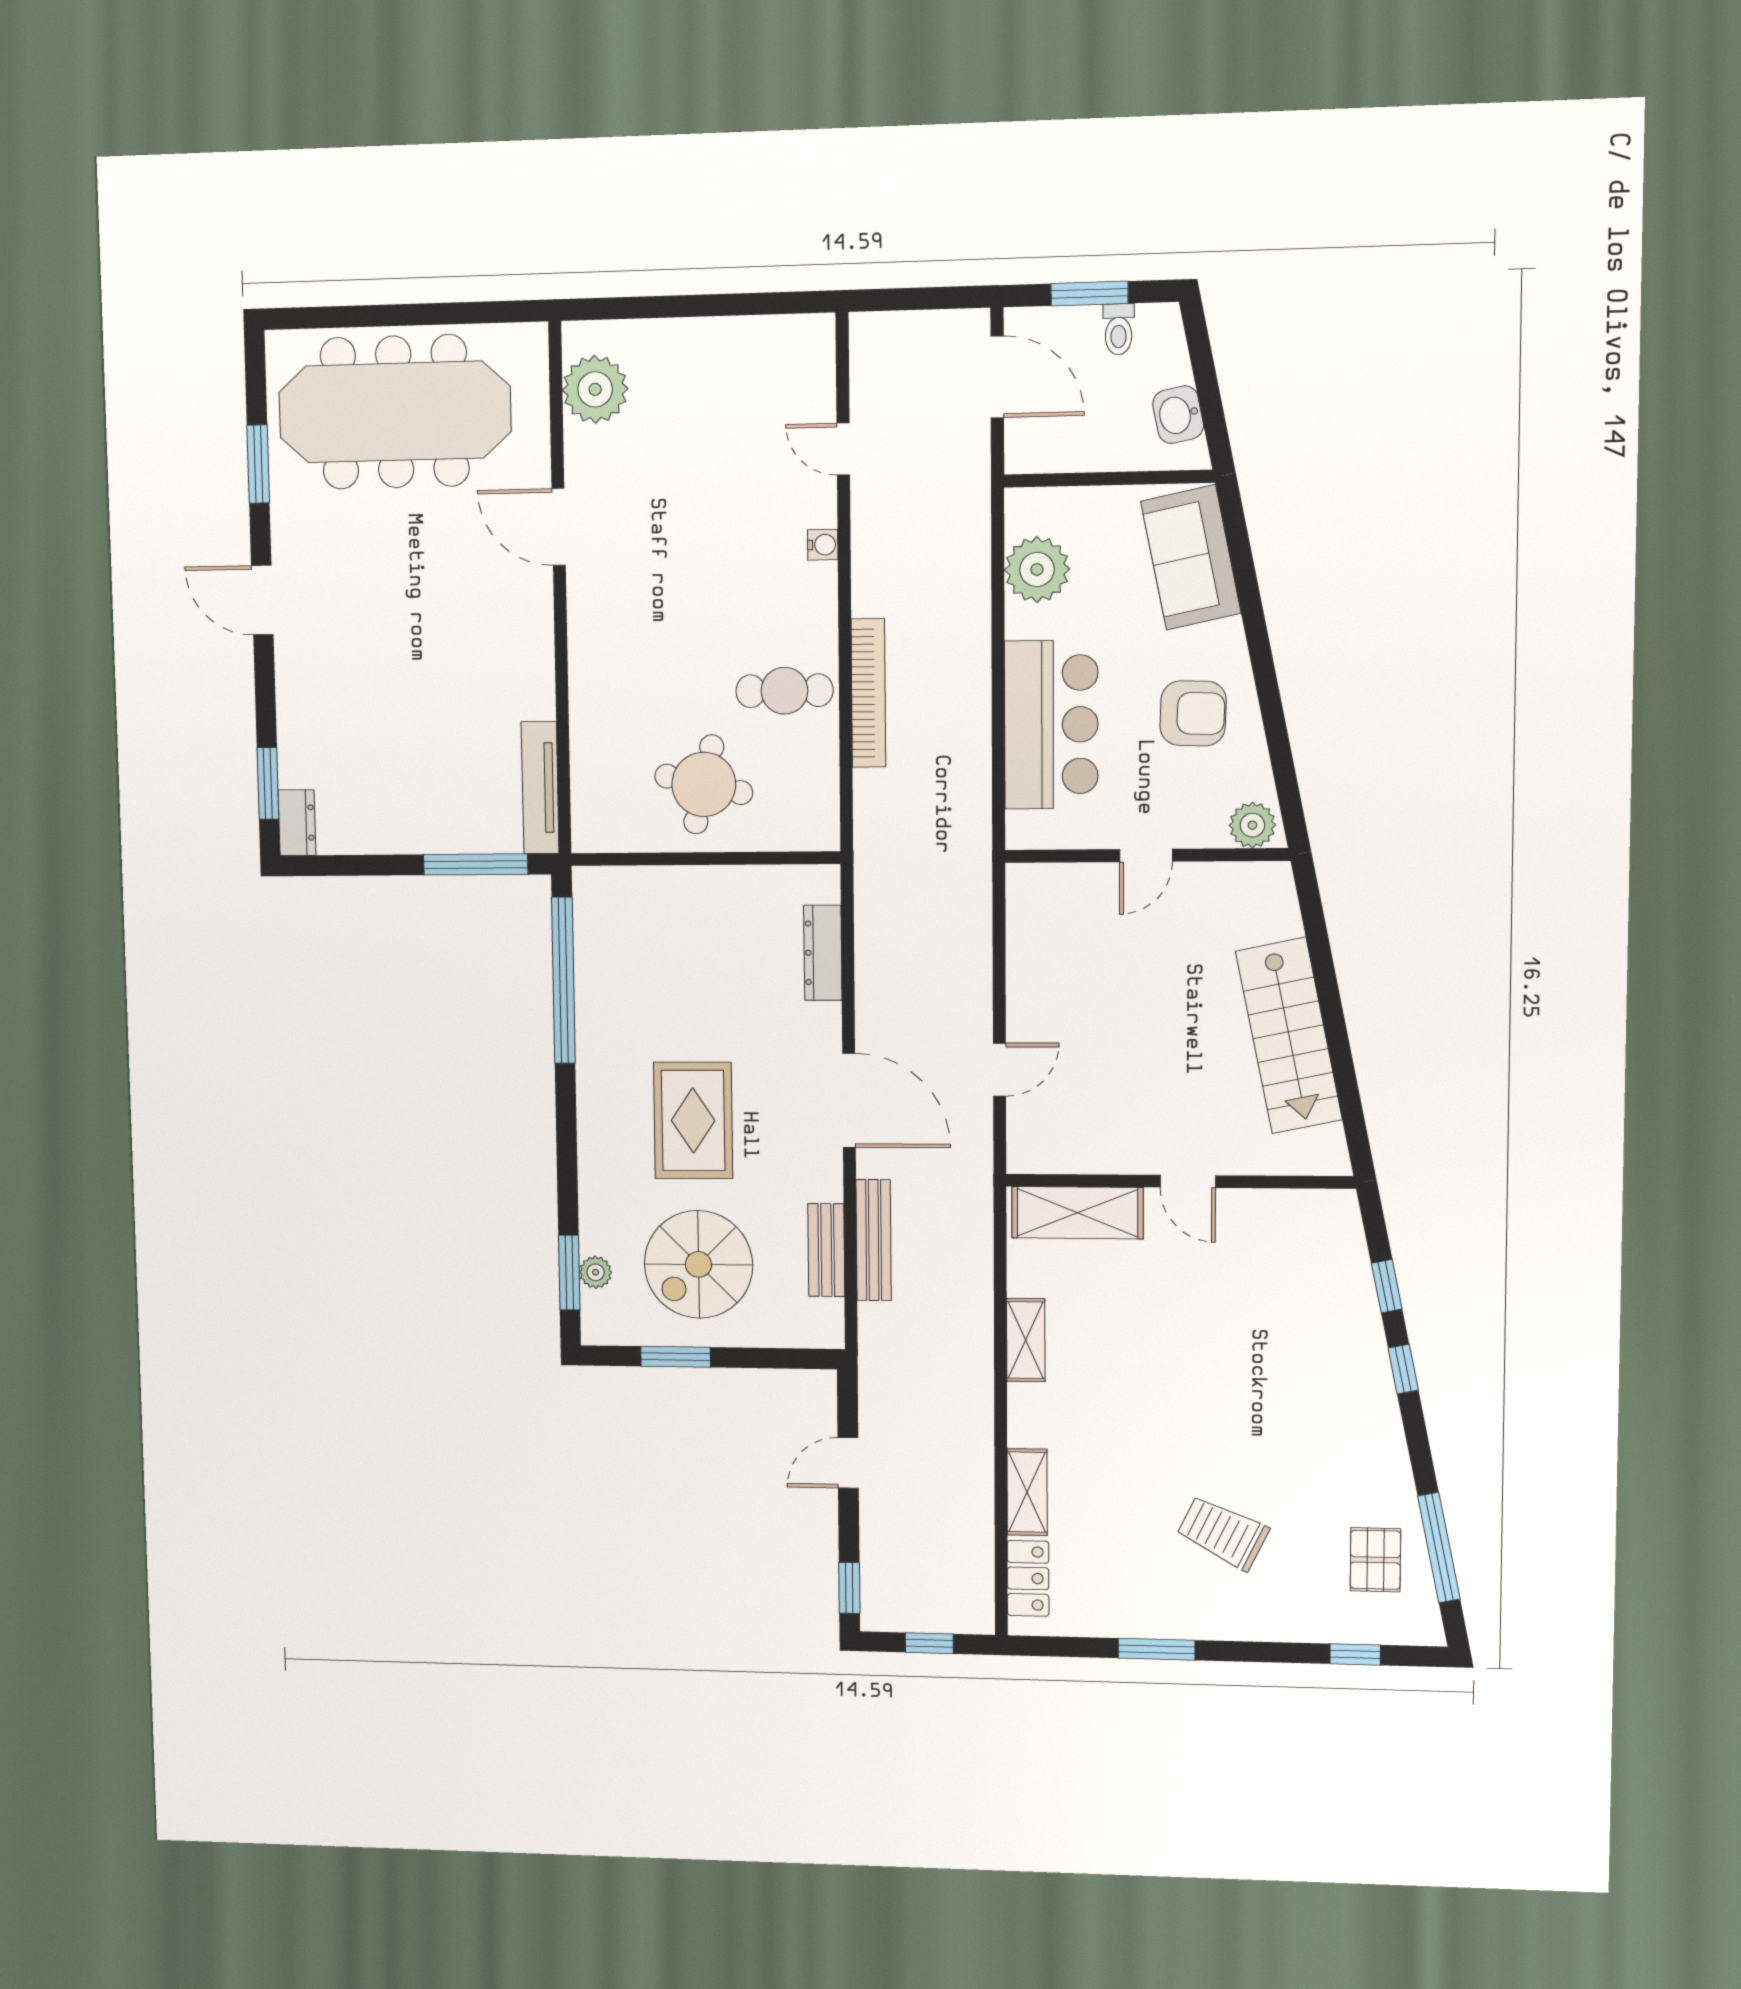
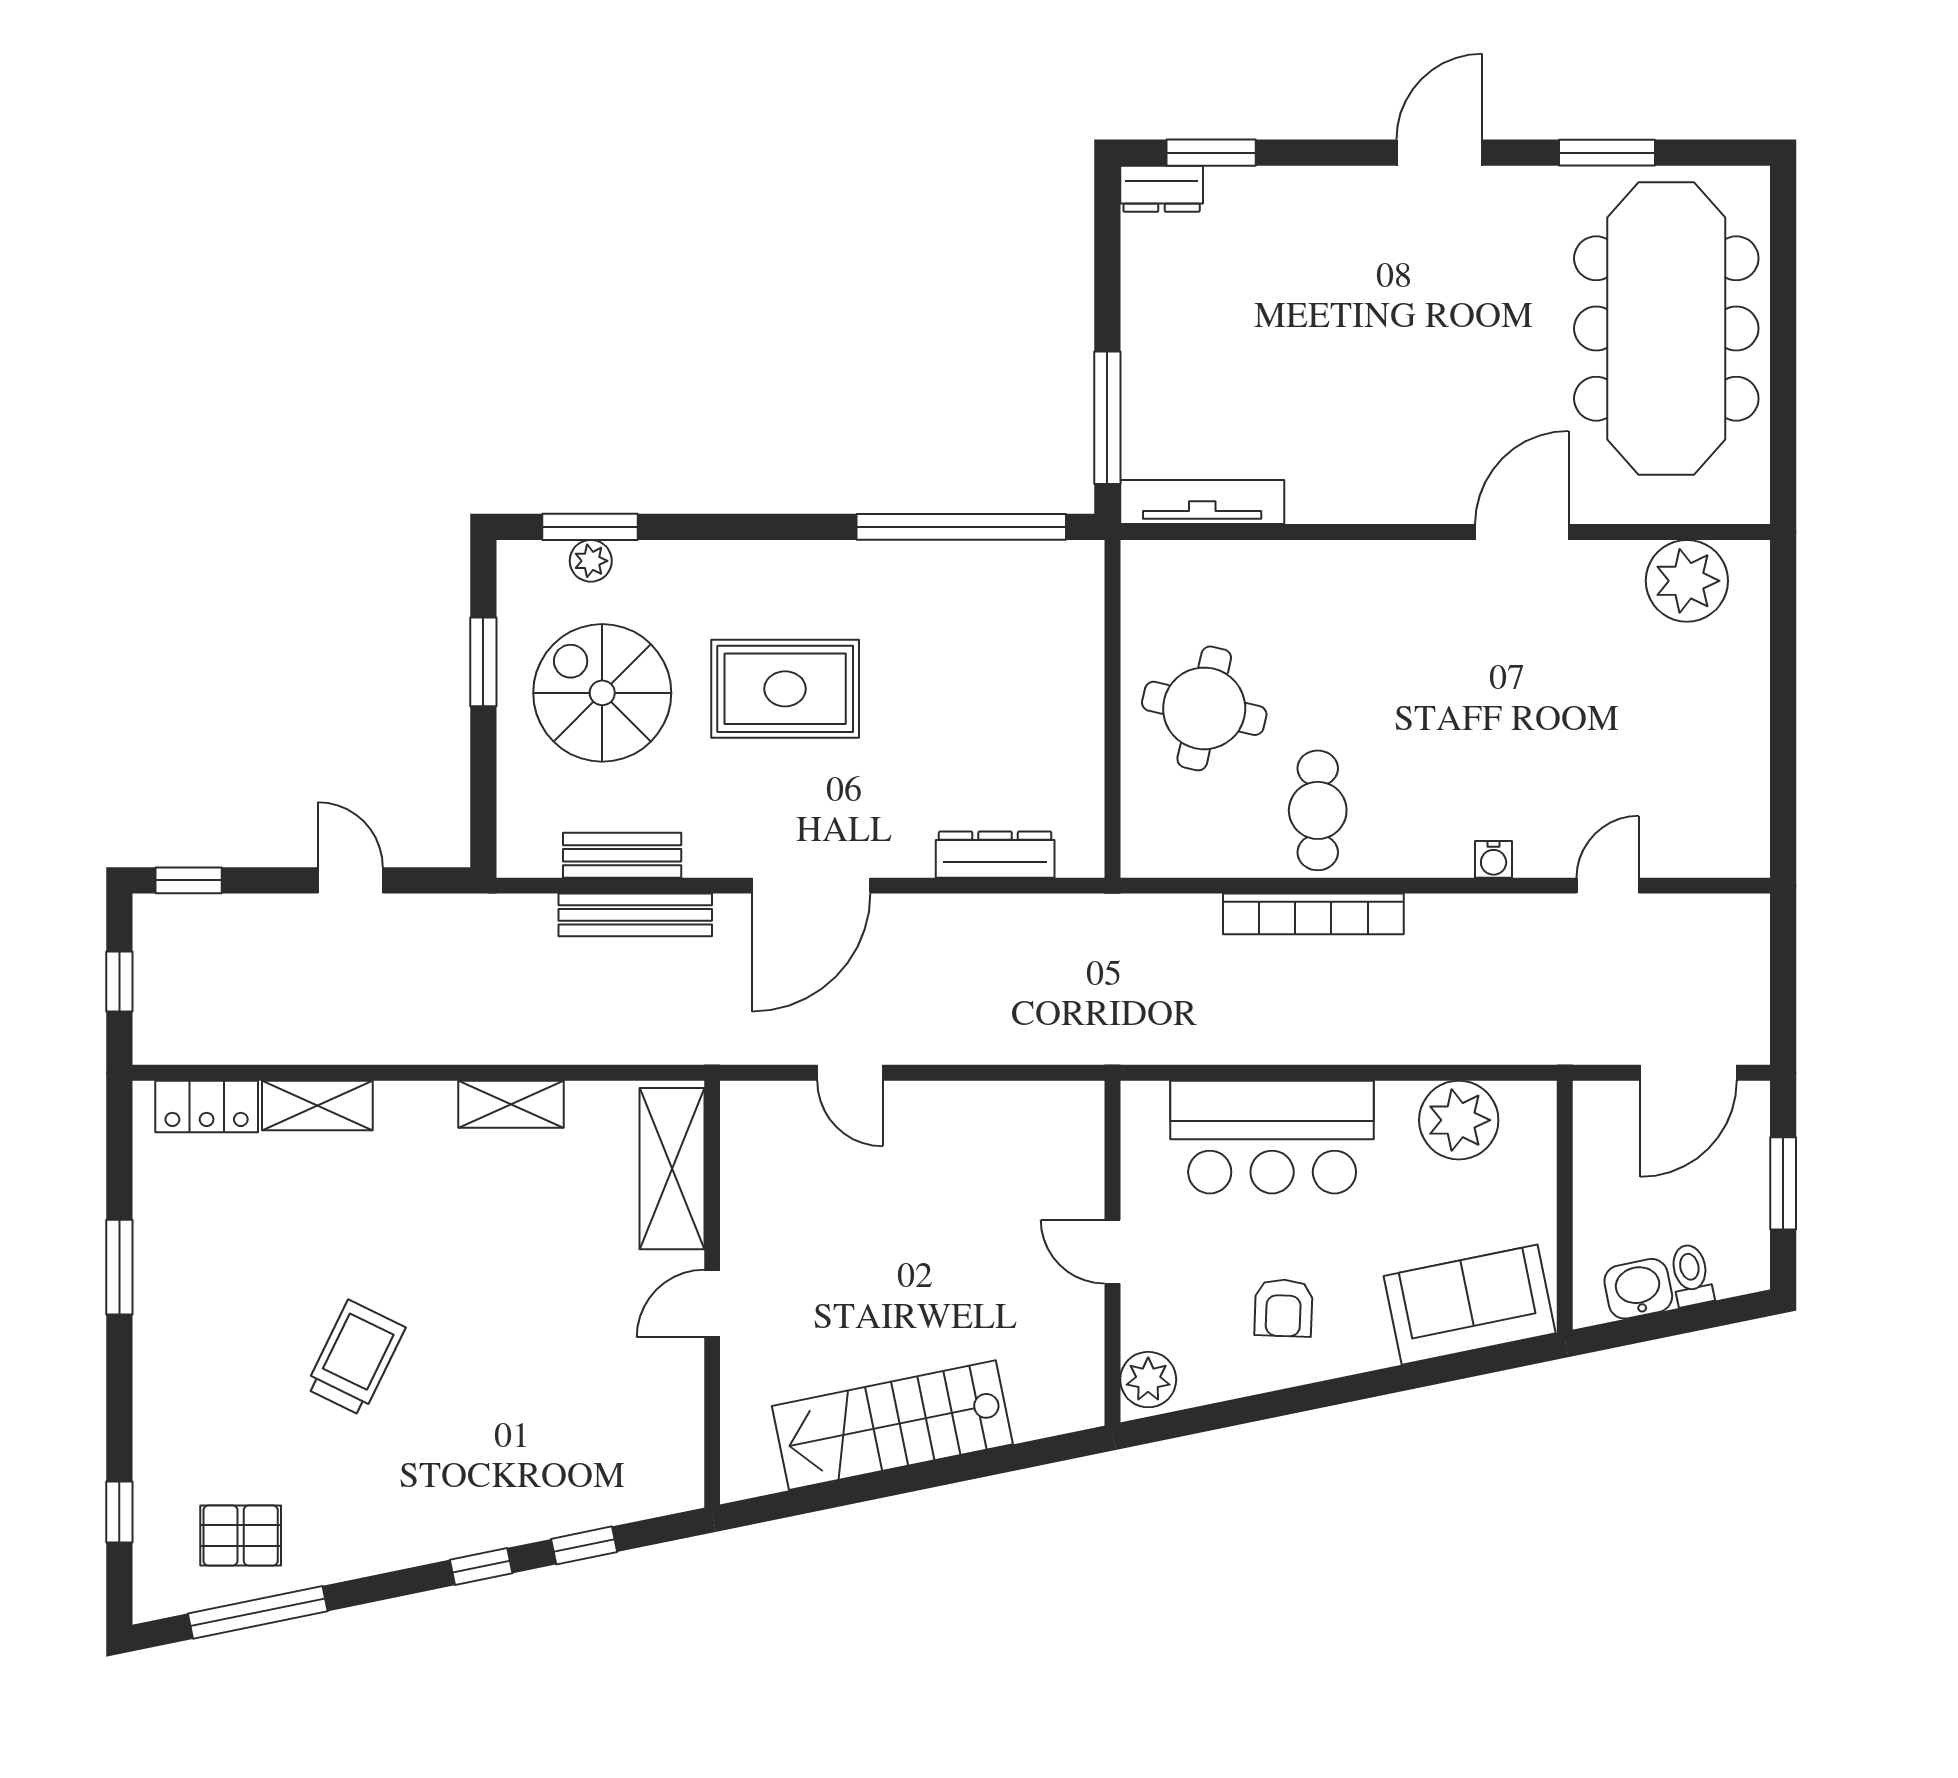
toilet: (1119, 329) -> (1691, 1275), moved, turned 78
armchair: (1193, 713) -> (1283, 1308), width x0.72, depth x0.72
trolley: (1223, 1533) -> (355, 1358), moved

